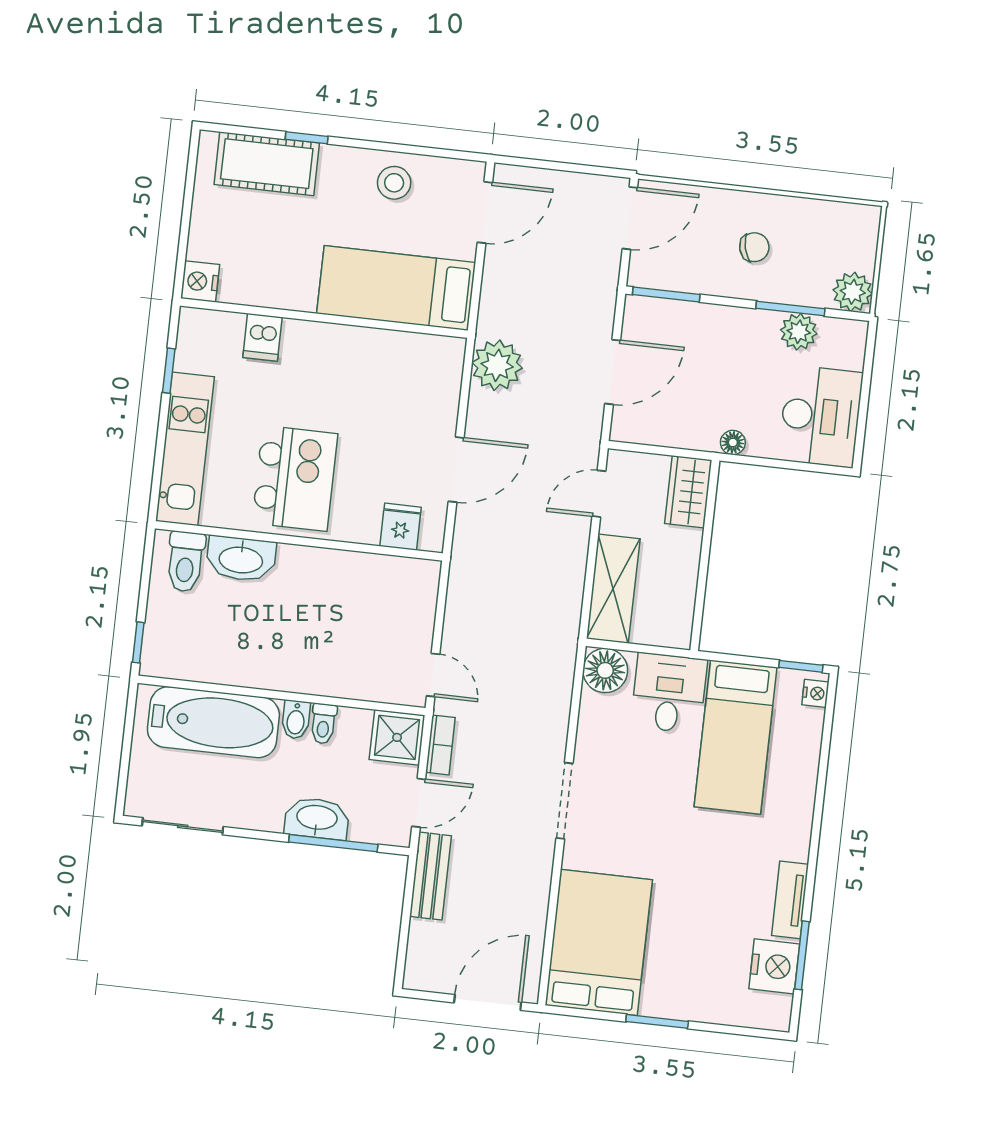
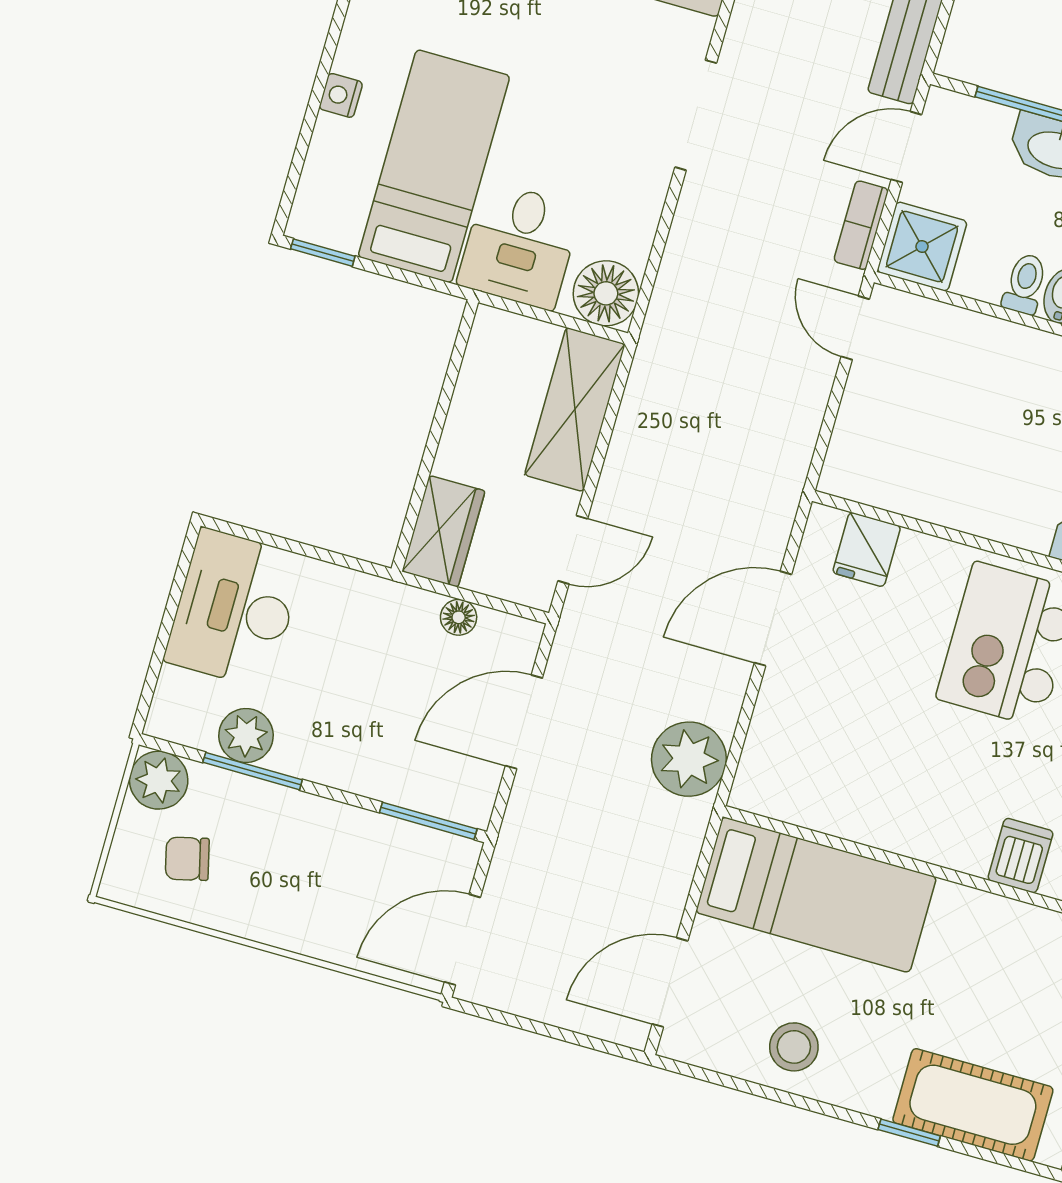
chair: (754, 247) -> (187, 859), moved
floor lamp: (733, 443) -> (459, 617), moved
nightstand: (815, 693) -> (341, 95), moved

